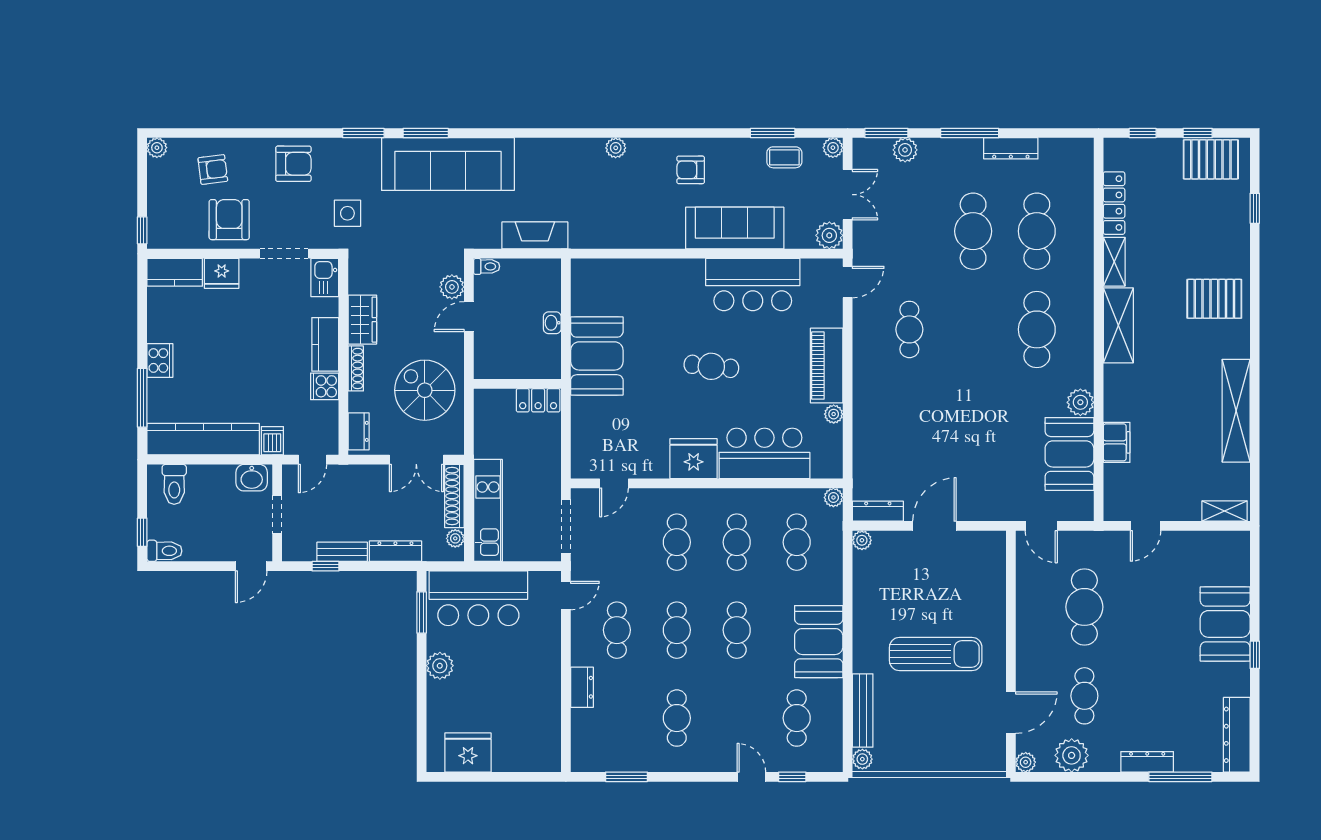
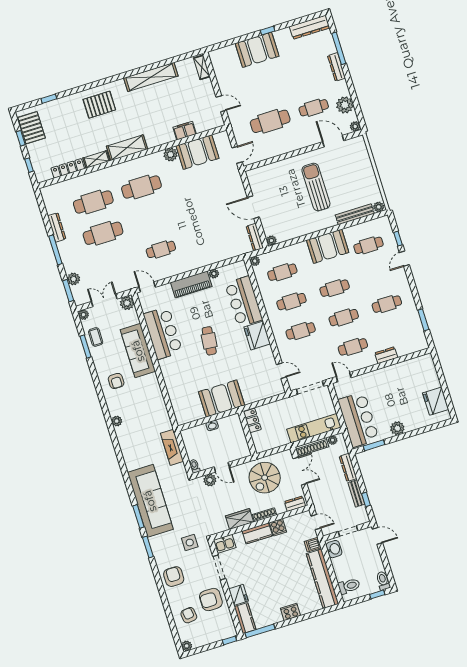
pallet: (1214, 299) -> (99, 105), turned 90
window: (142, 398) -> (260, 631), moved

